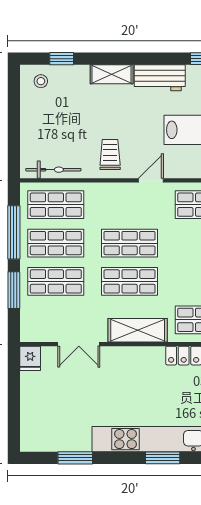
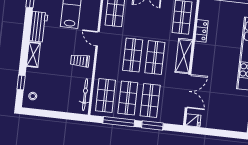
double door: (79, 344) -> (188, 91), width x1.37

